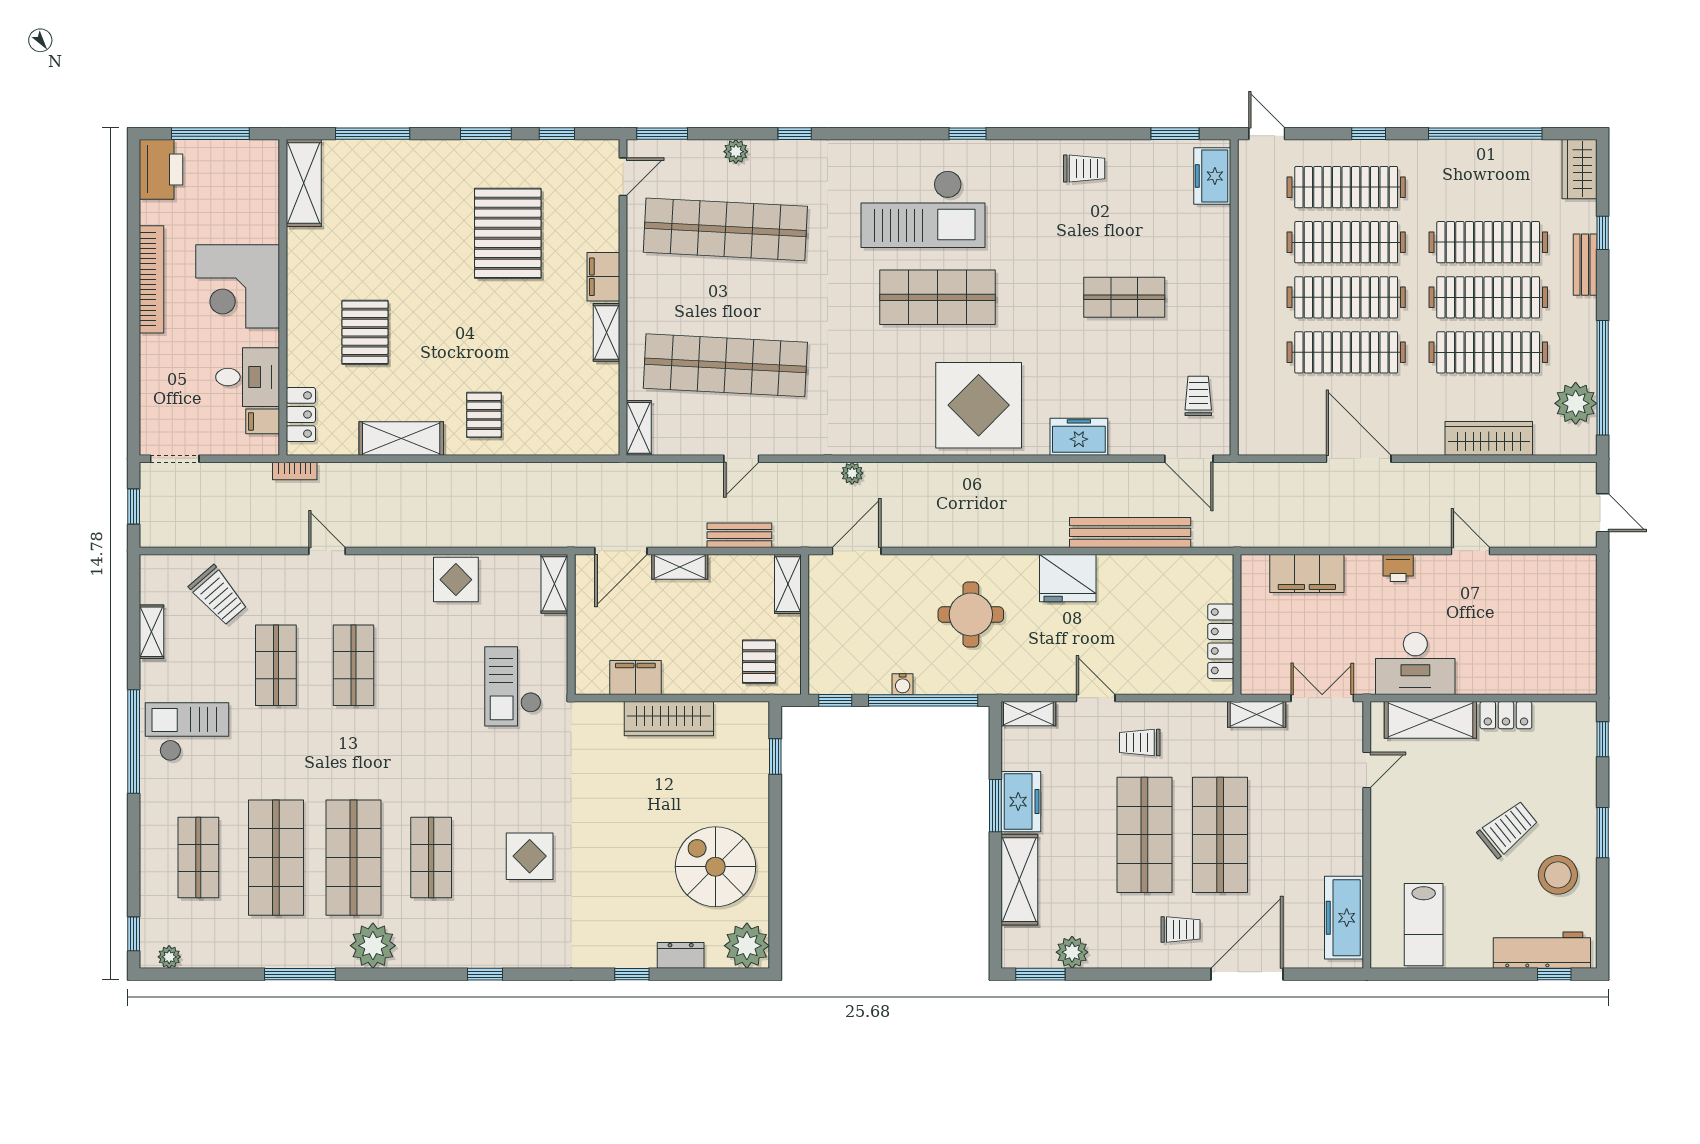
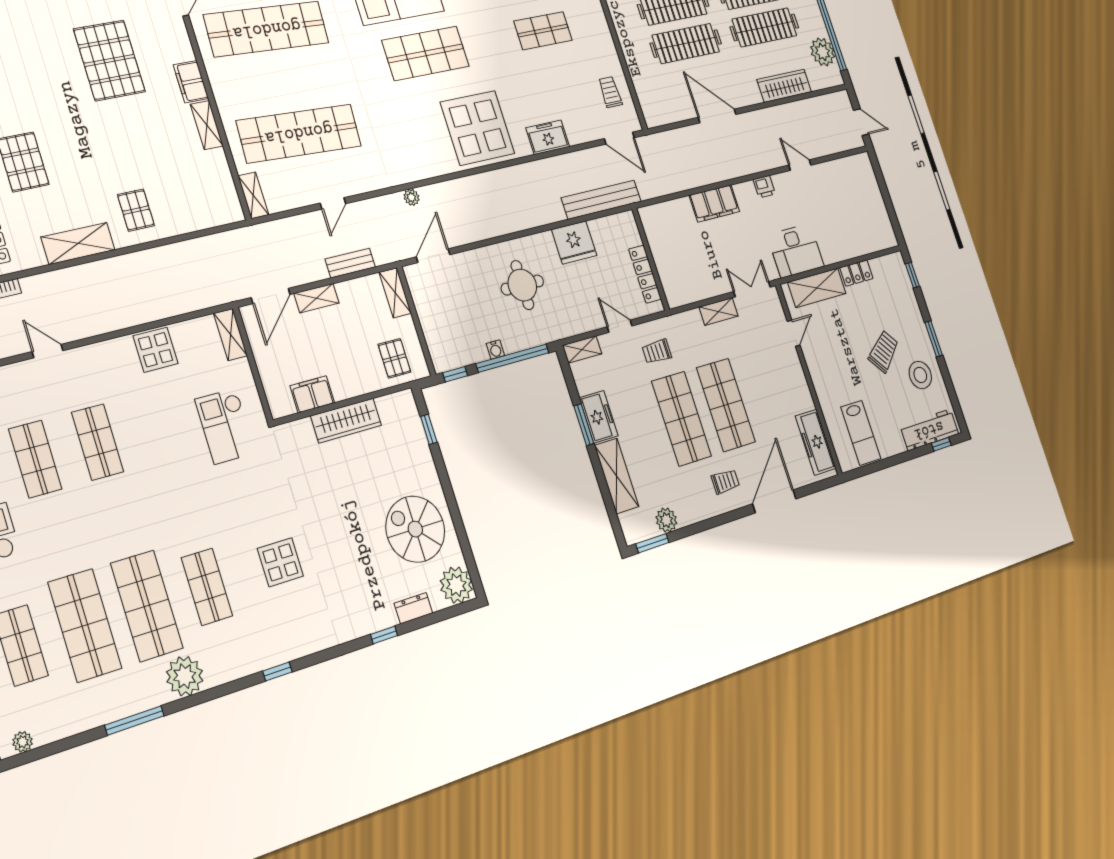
wall: (1237, 624) -> (651, 259), moved
locker: (1221, 641) -> (645, 274), moved

